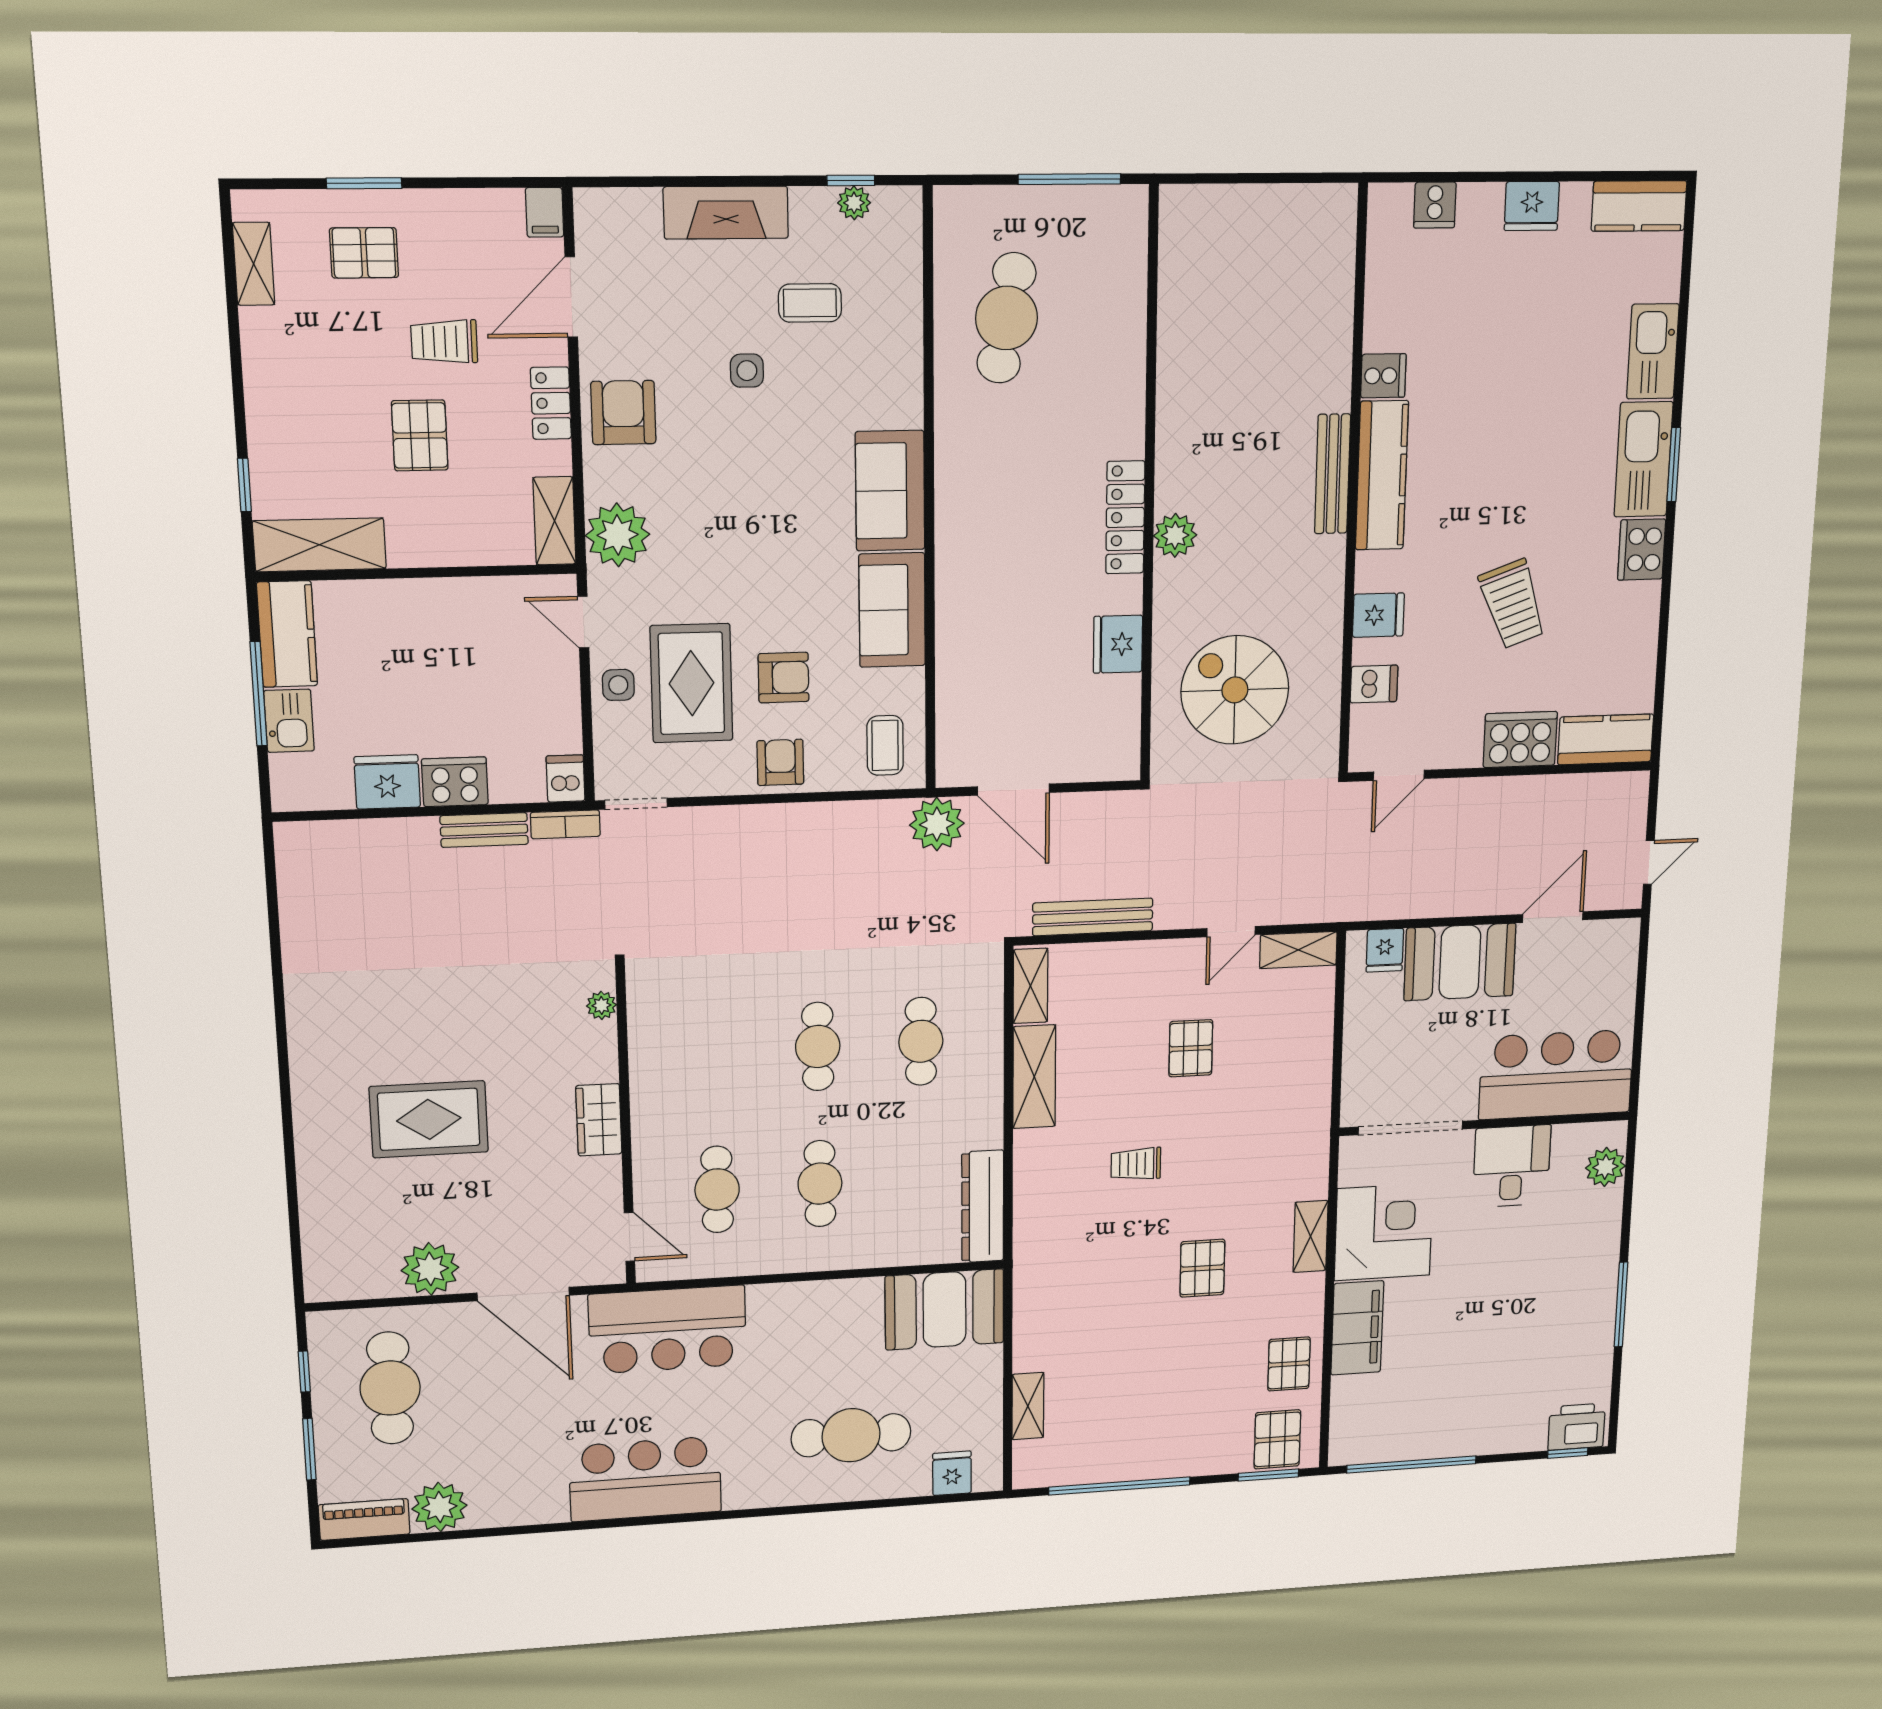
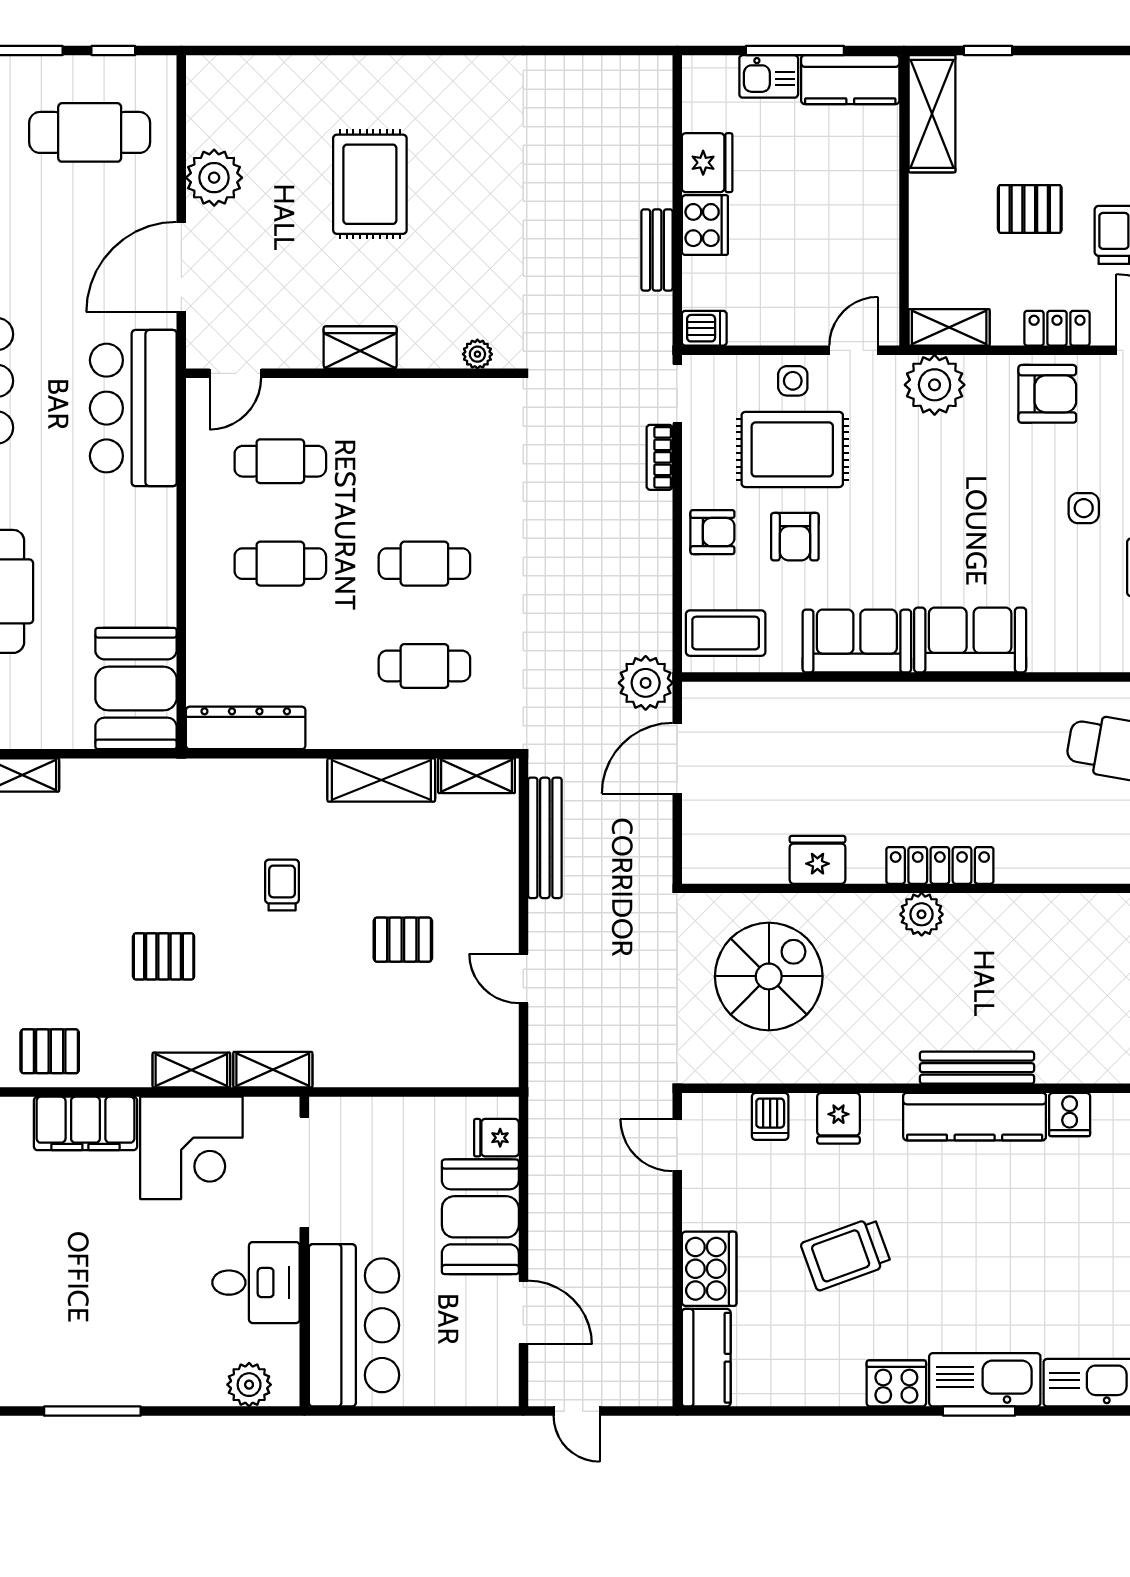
coffee table: (885, 745) -> (726, 633), width x1.36, depth x1.30
bookcase: (565, 824) -> (660, 457), moved
shelving: (1298, 950) -> (273, 1070), moved, turned 90

